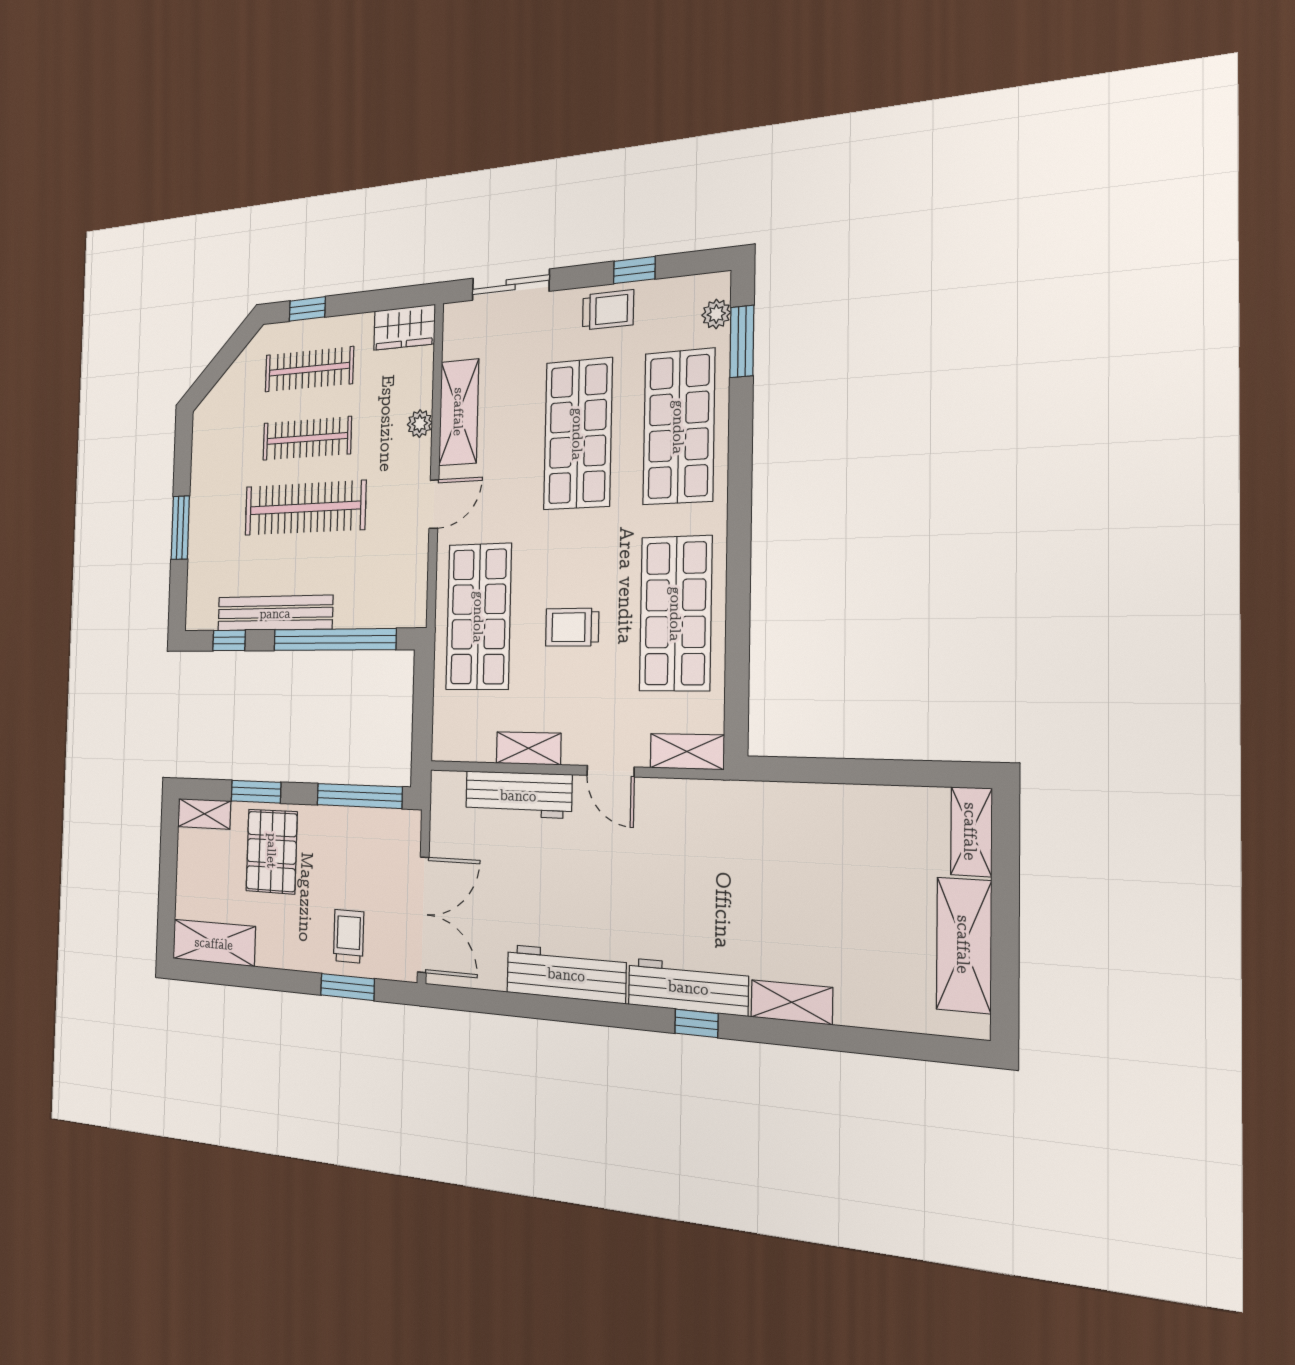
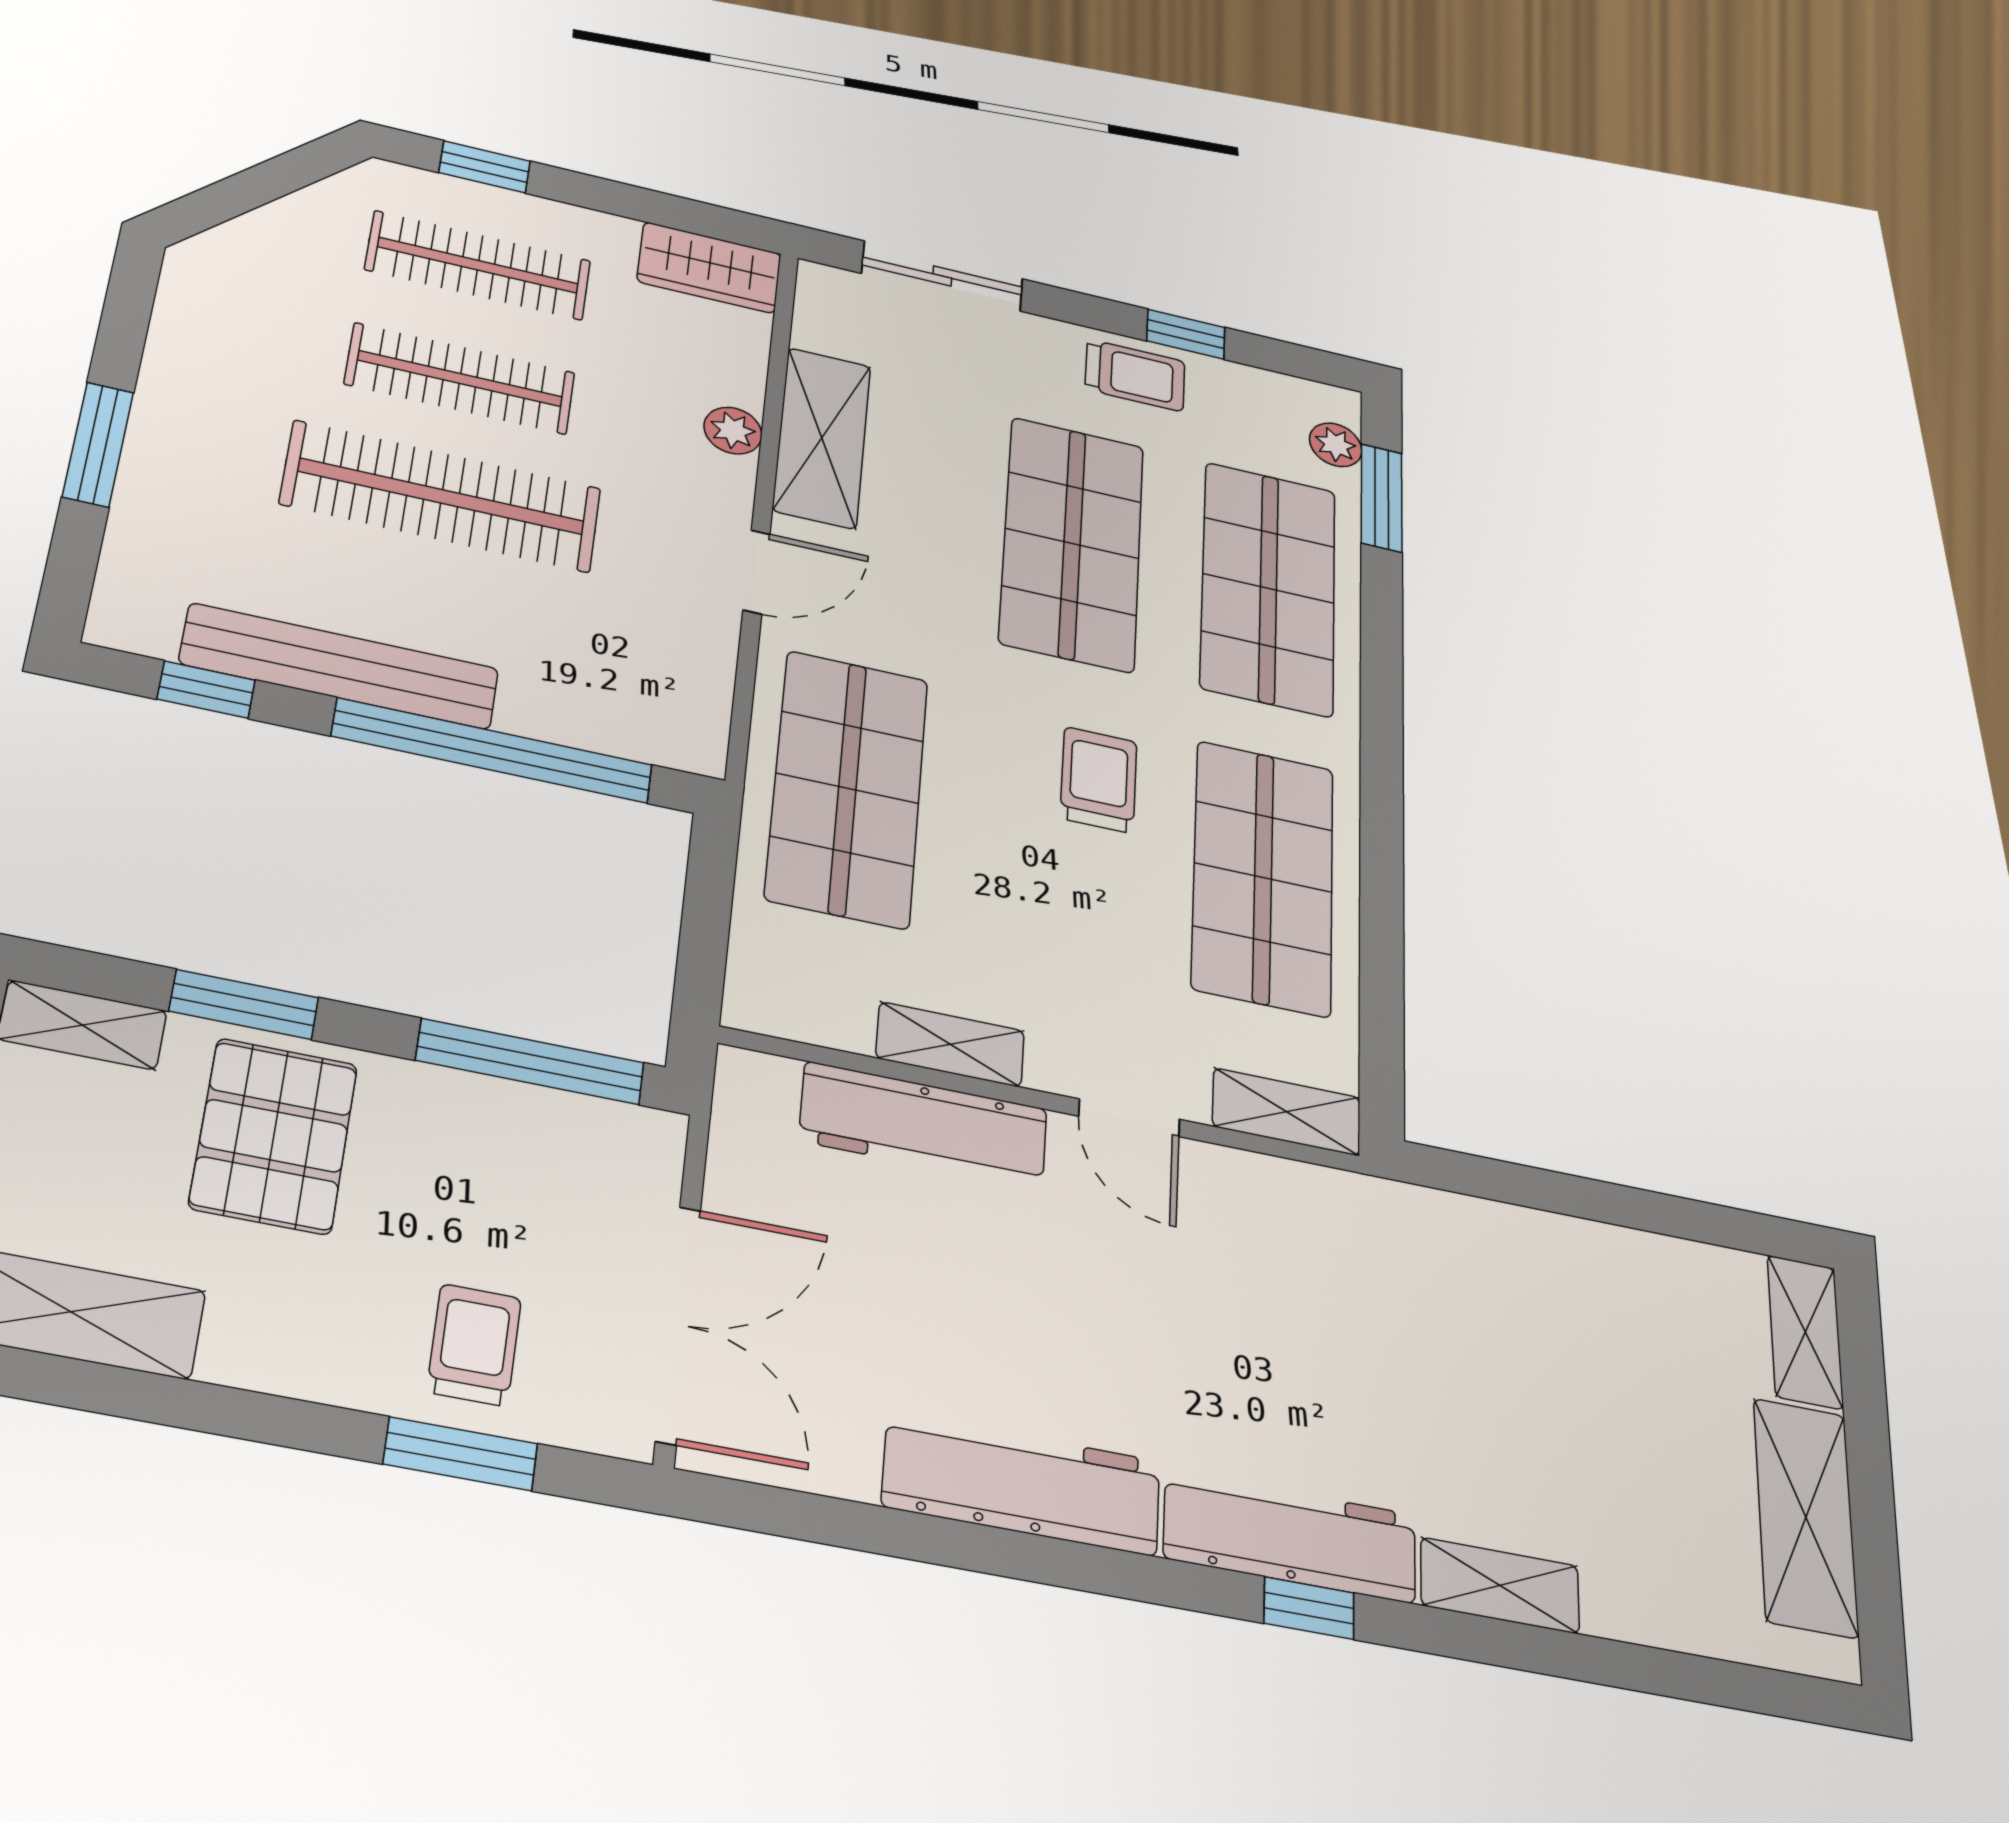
trolley: (572, 627) -> (1099, 780), moved, turned 90

